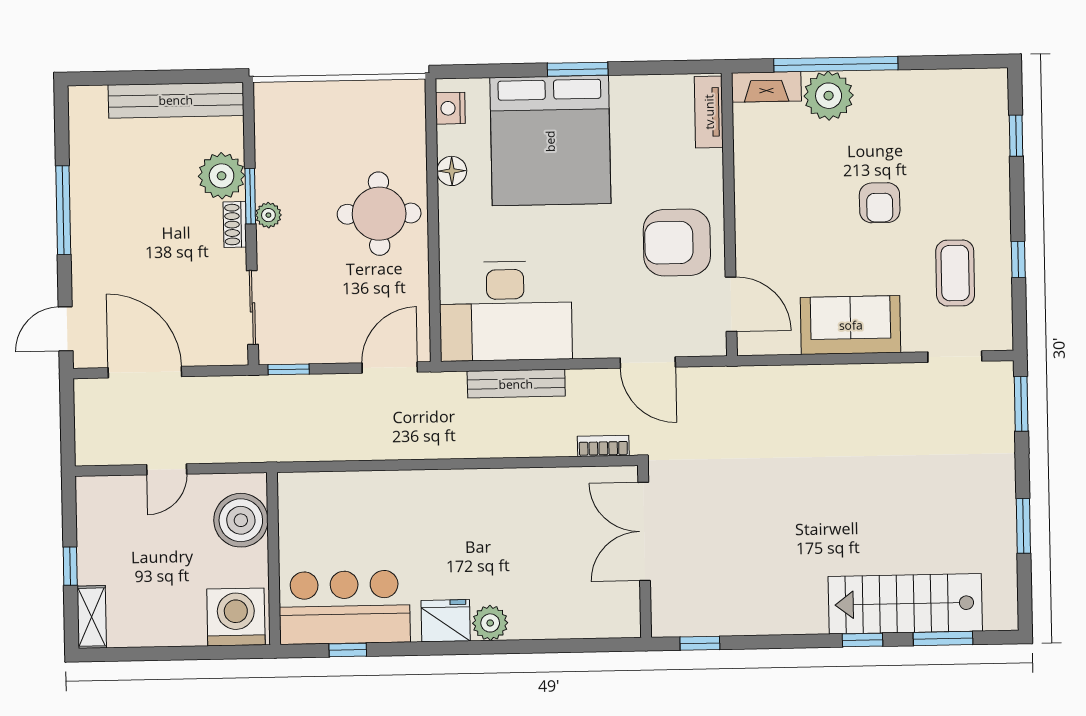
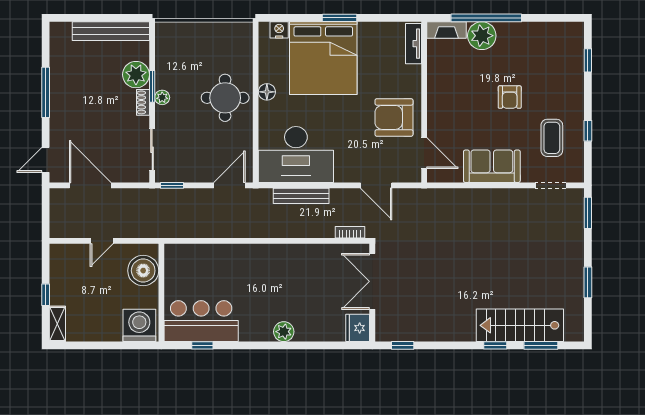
nightstand: (450, 108) -> (279, 30), moved, turned 90
floor lamp: (452, 171) -> (267, 92), moved
fridge: (446, 621) -> (358, 328), moved, turned -90

